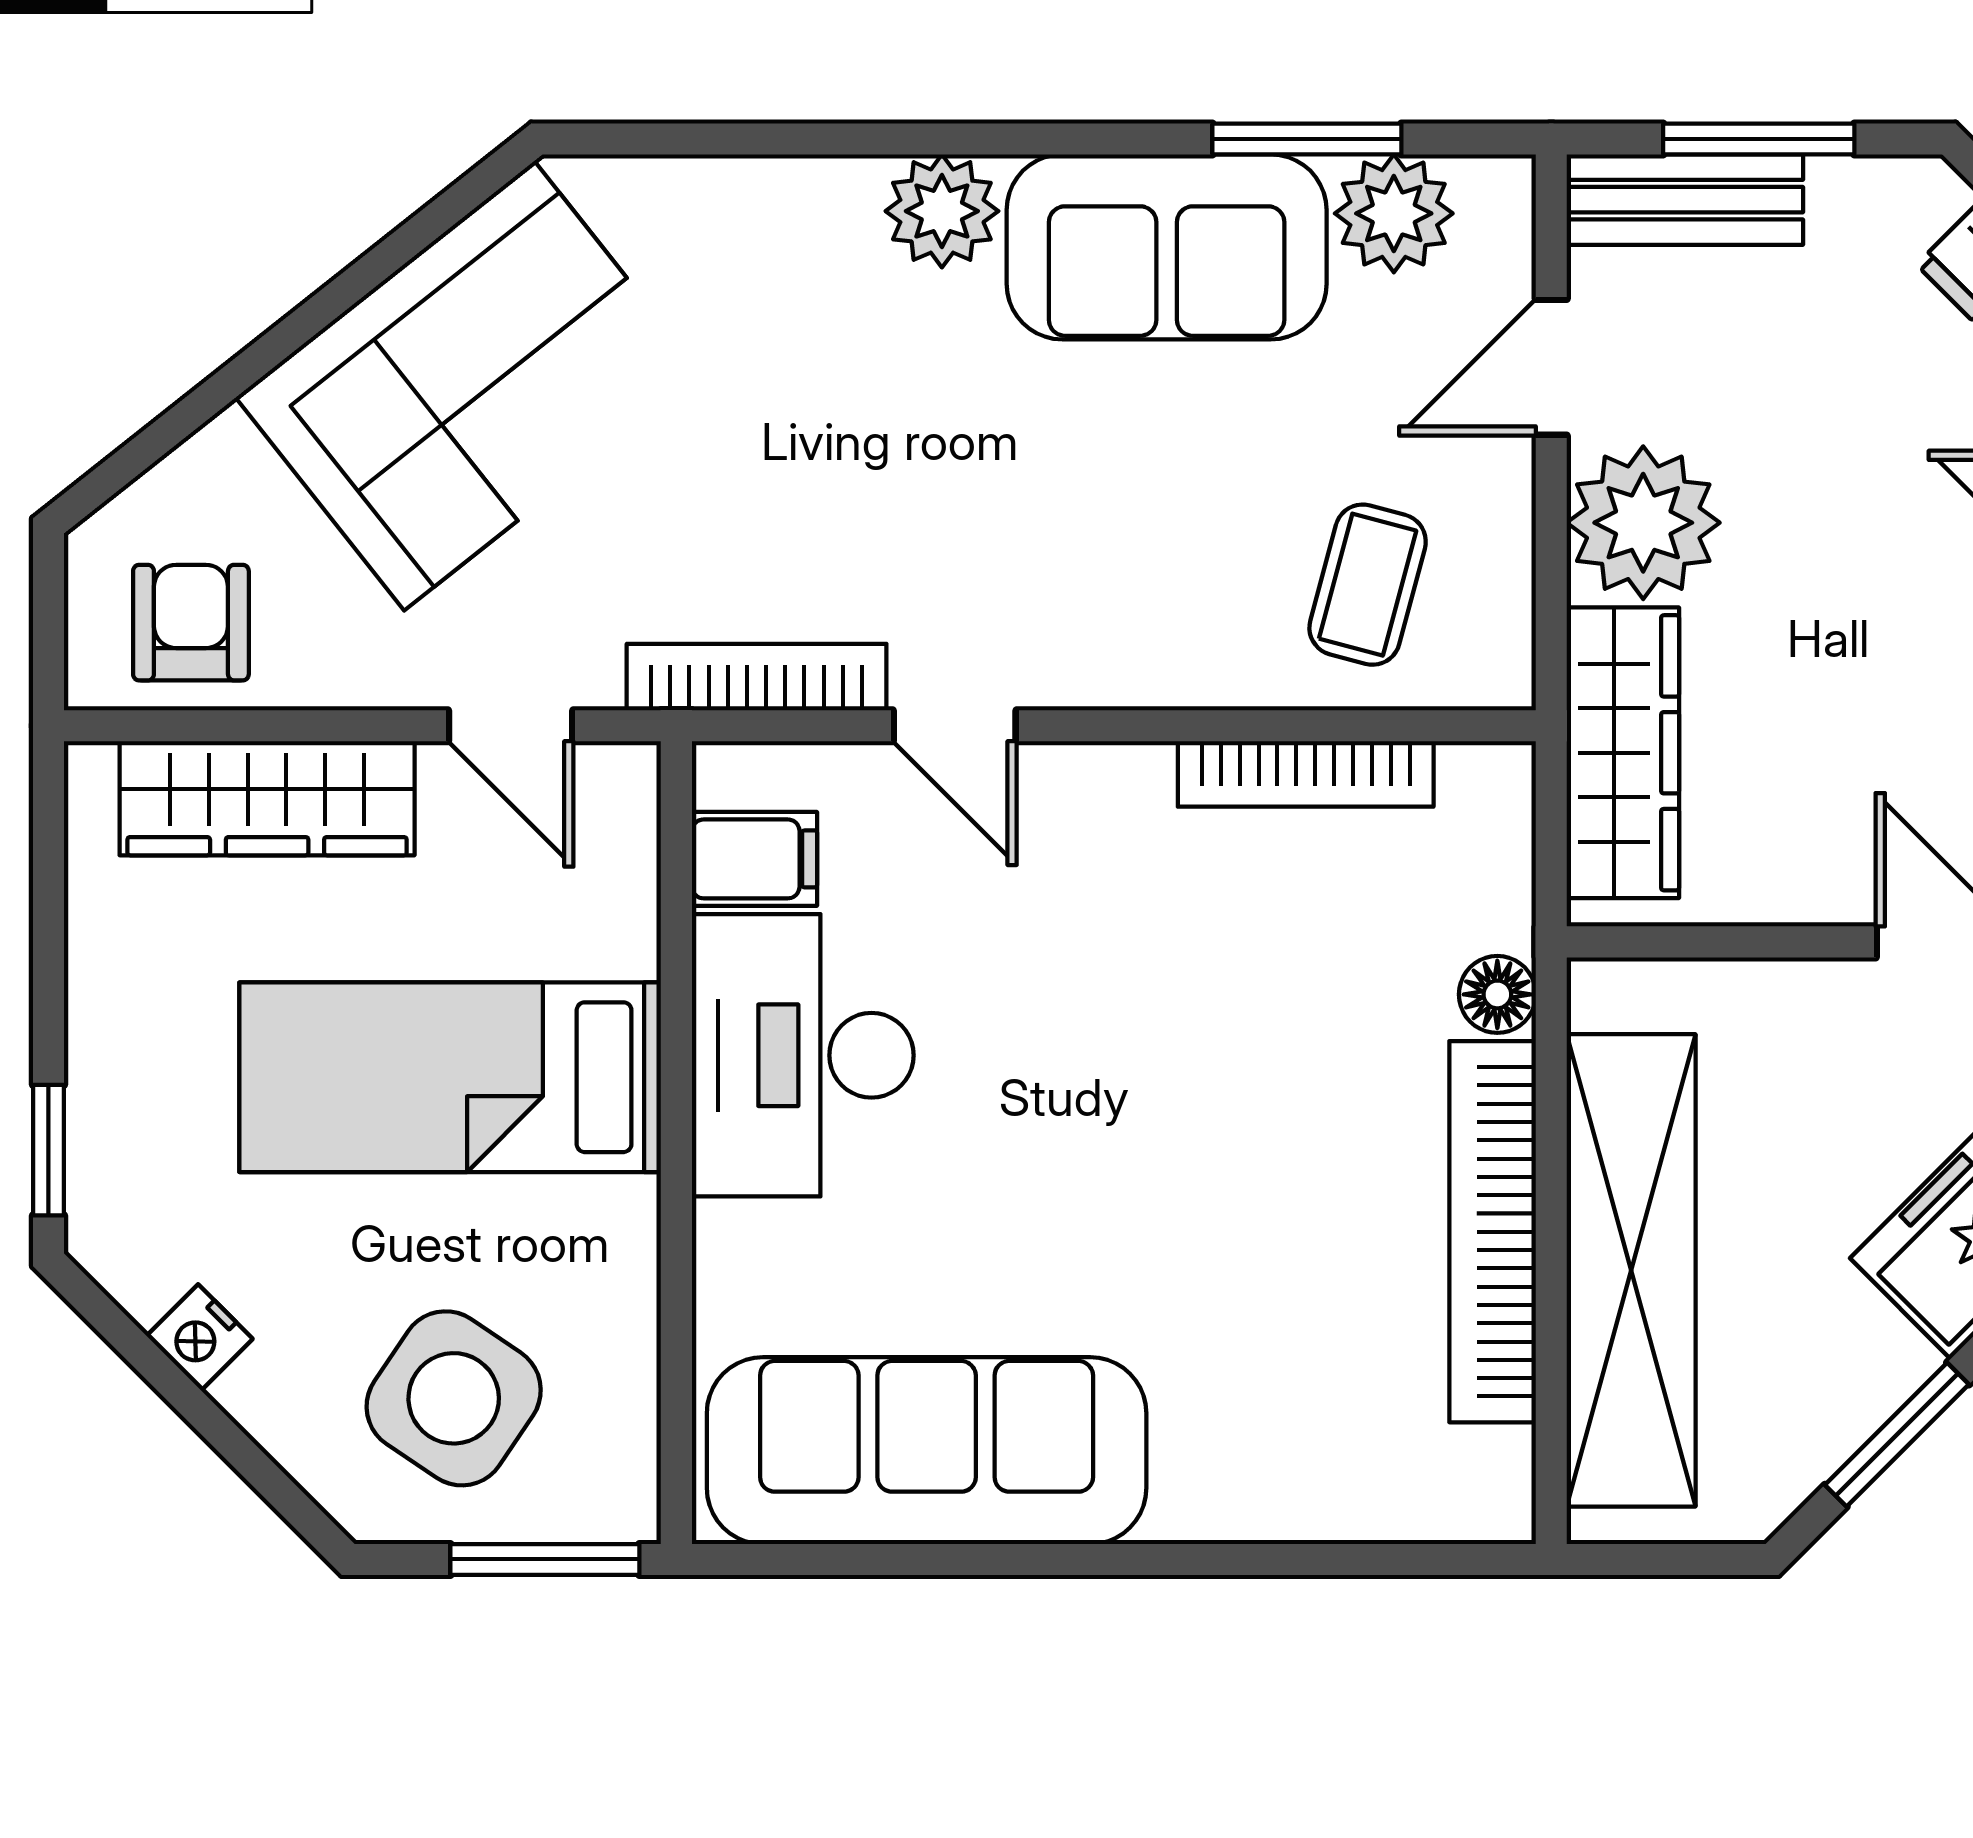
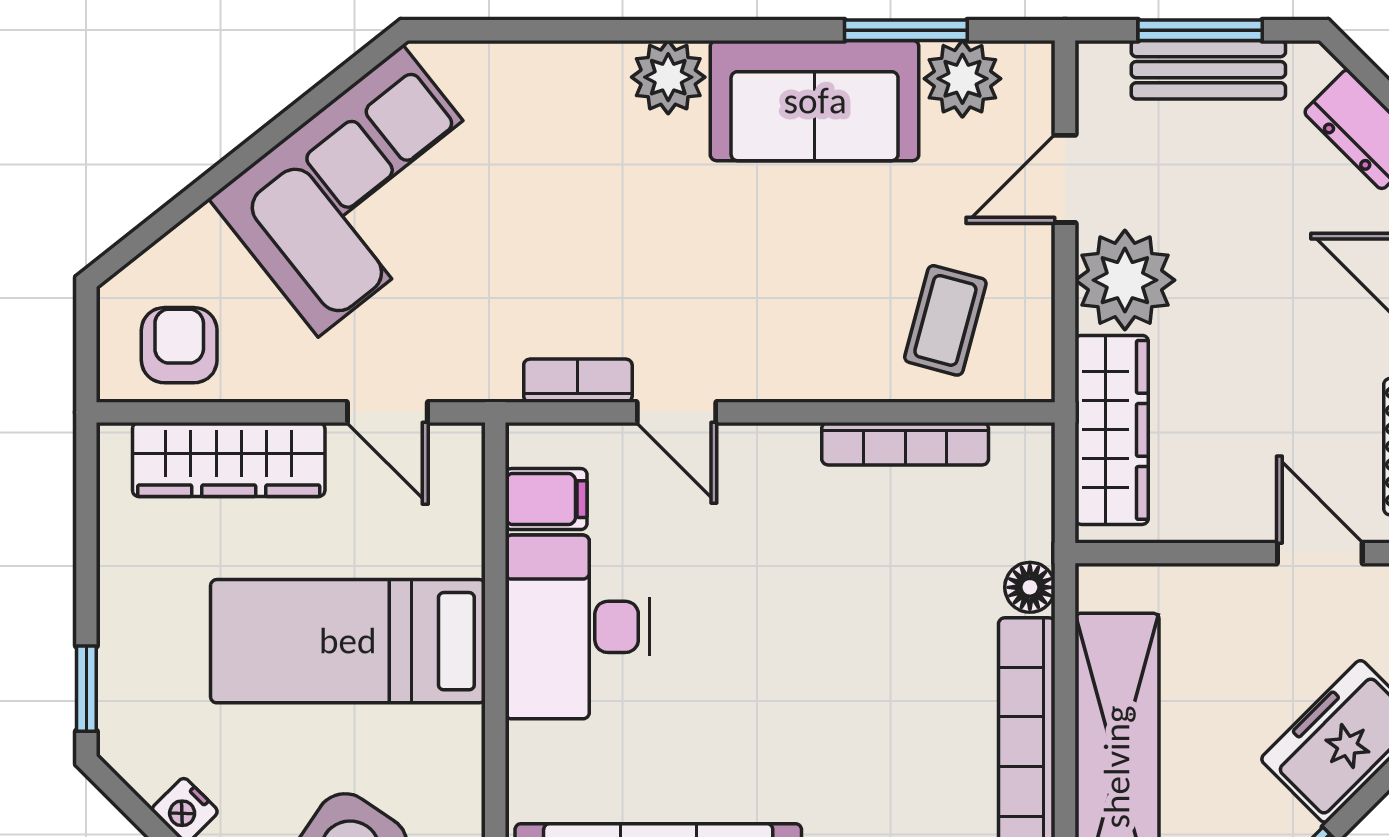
bench: (1685, 200) -> (1208, 70), moved
bookcase: (757, 677) -> (578, 381), width x0.64

